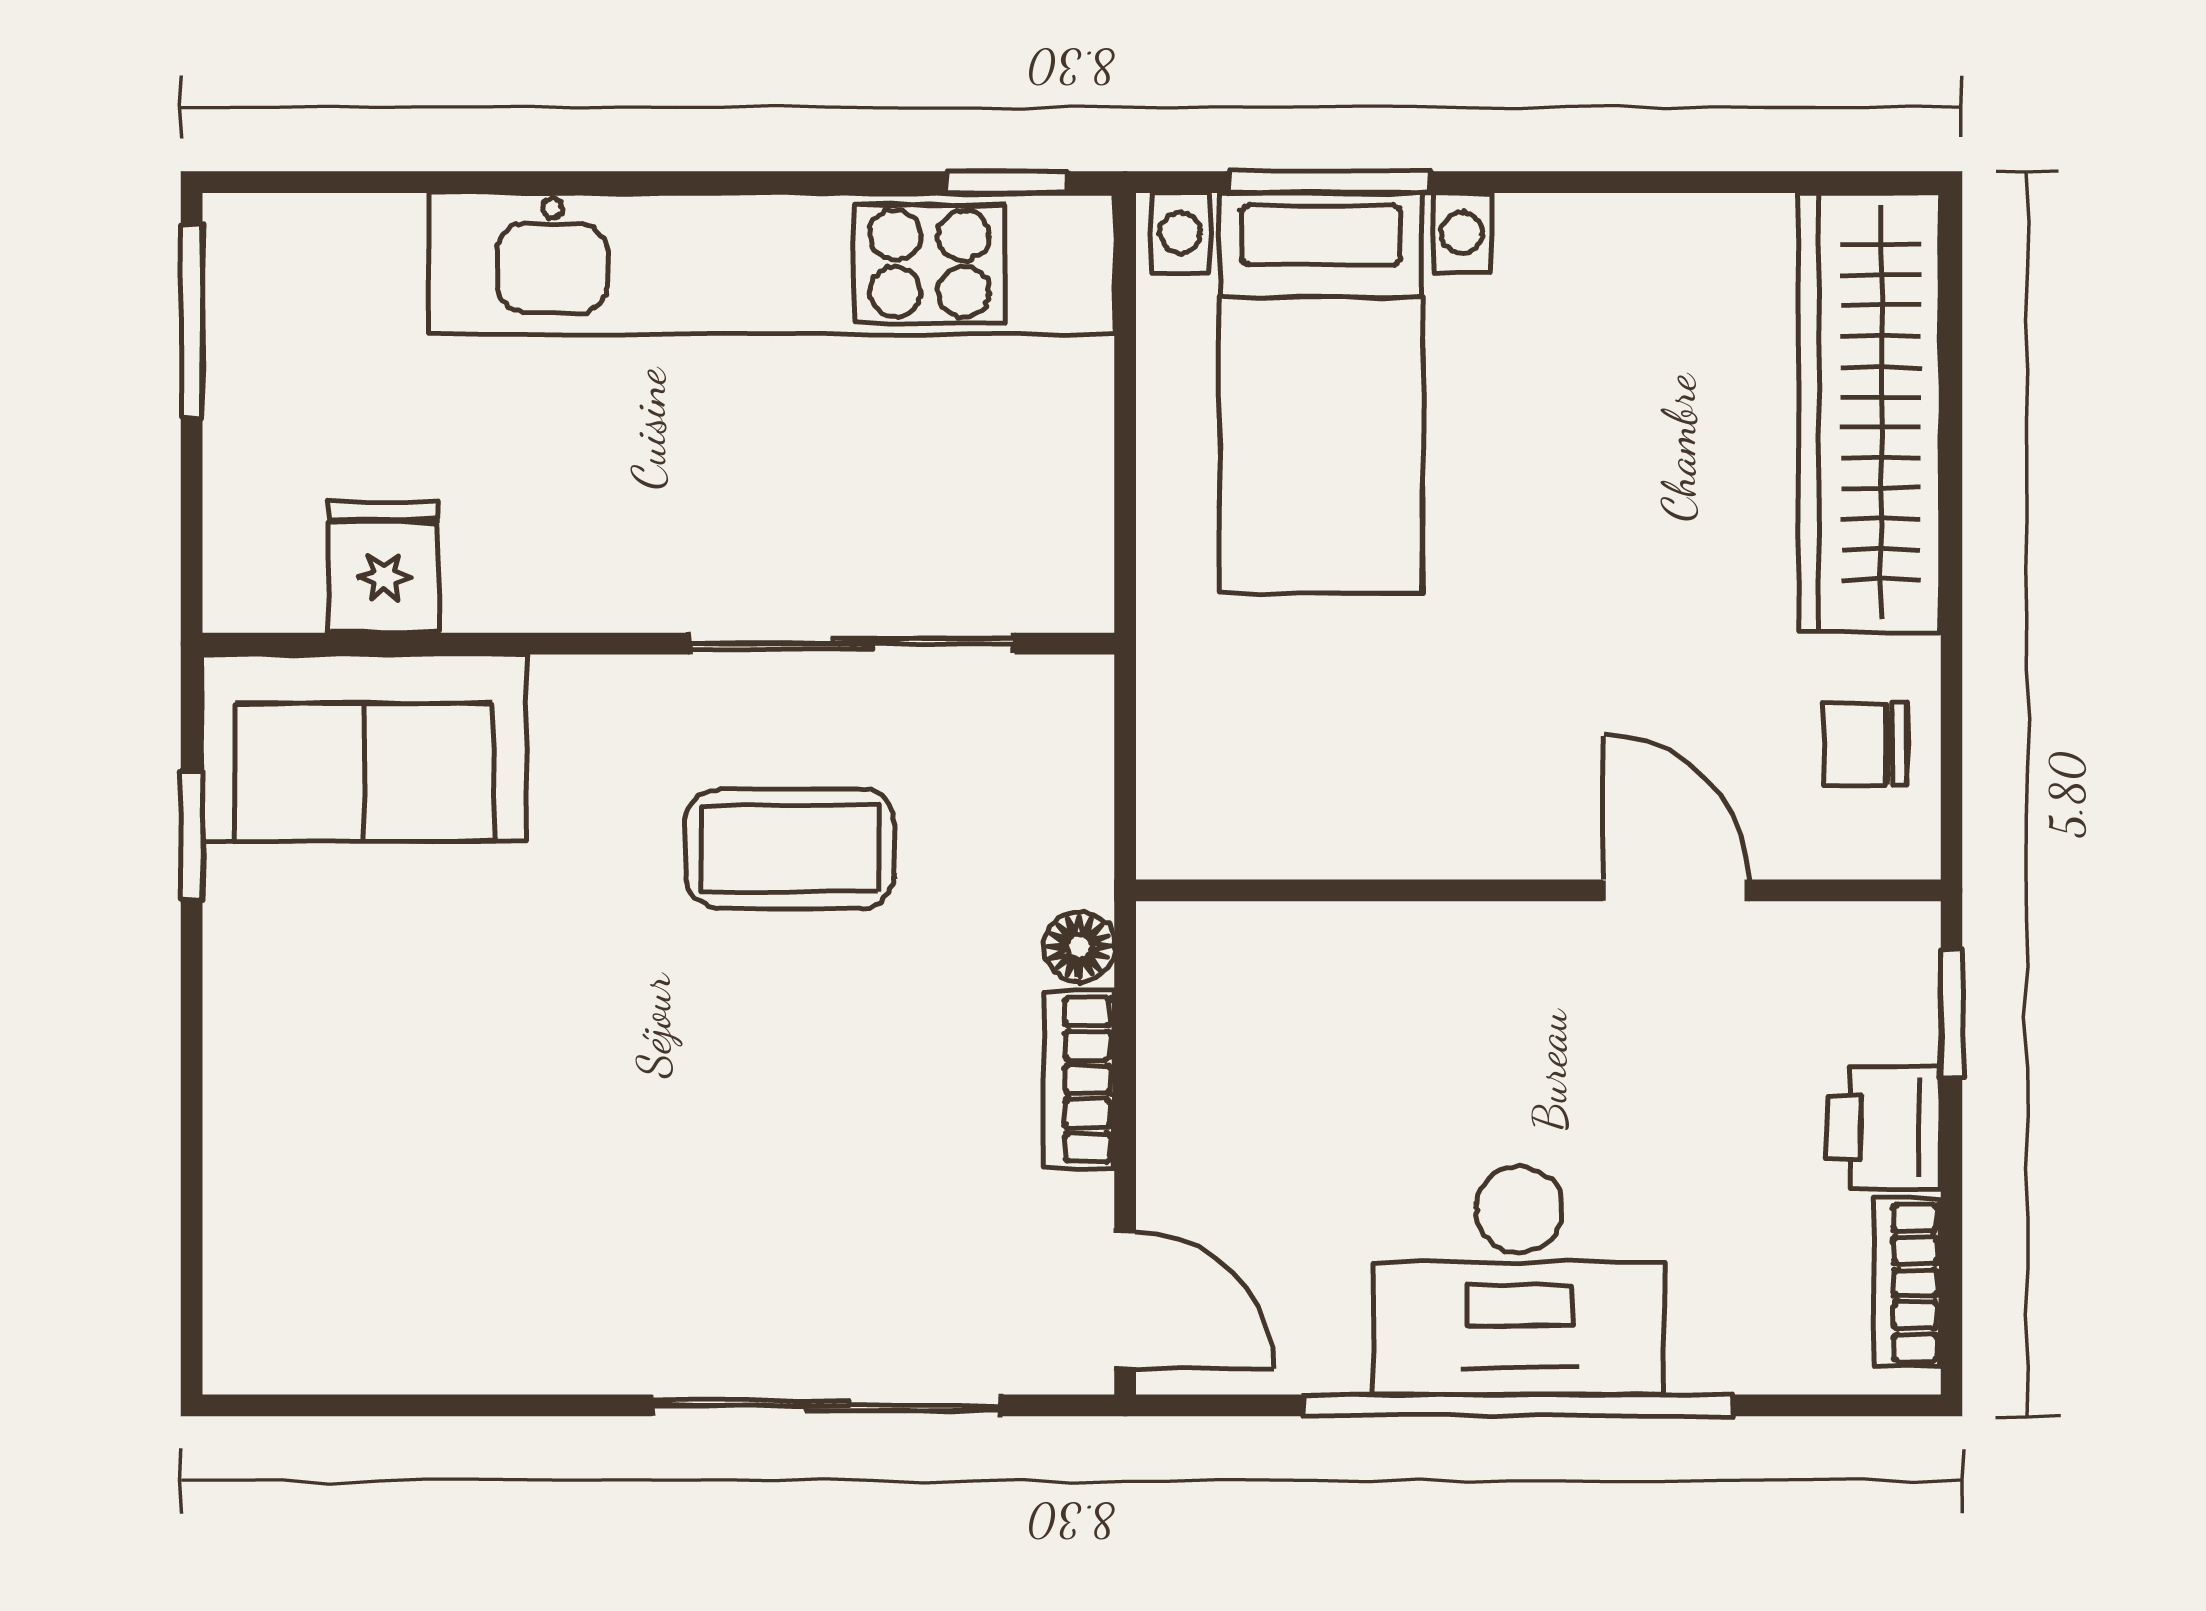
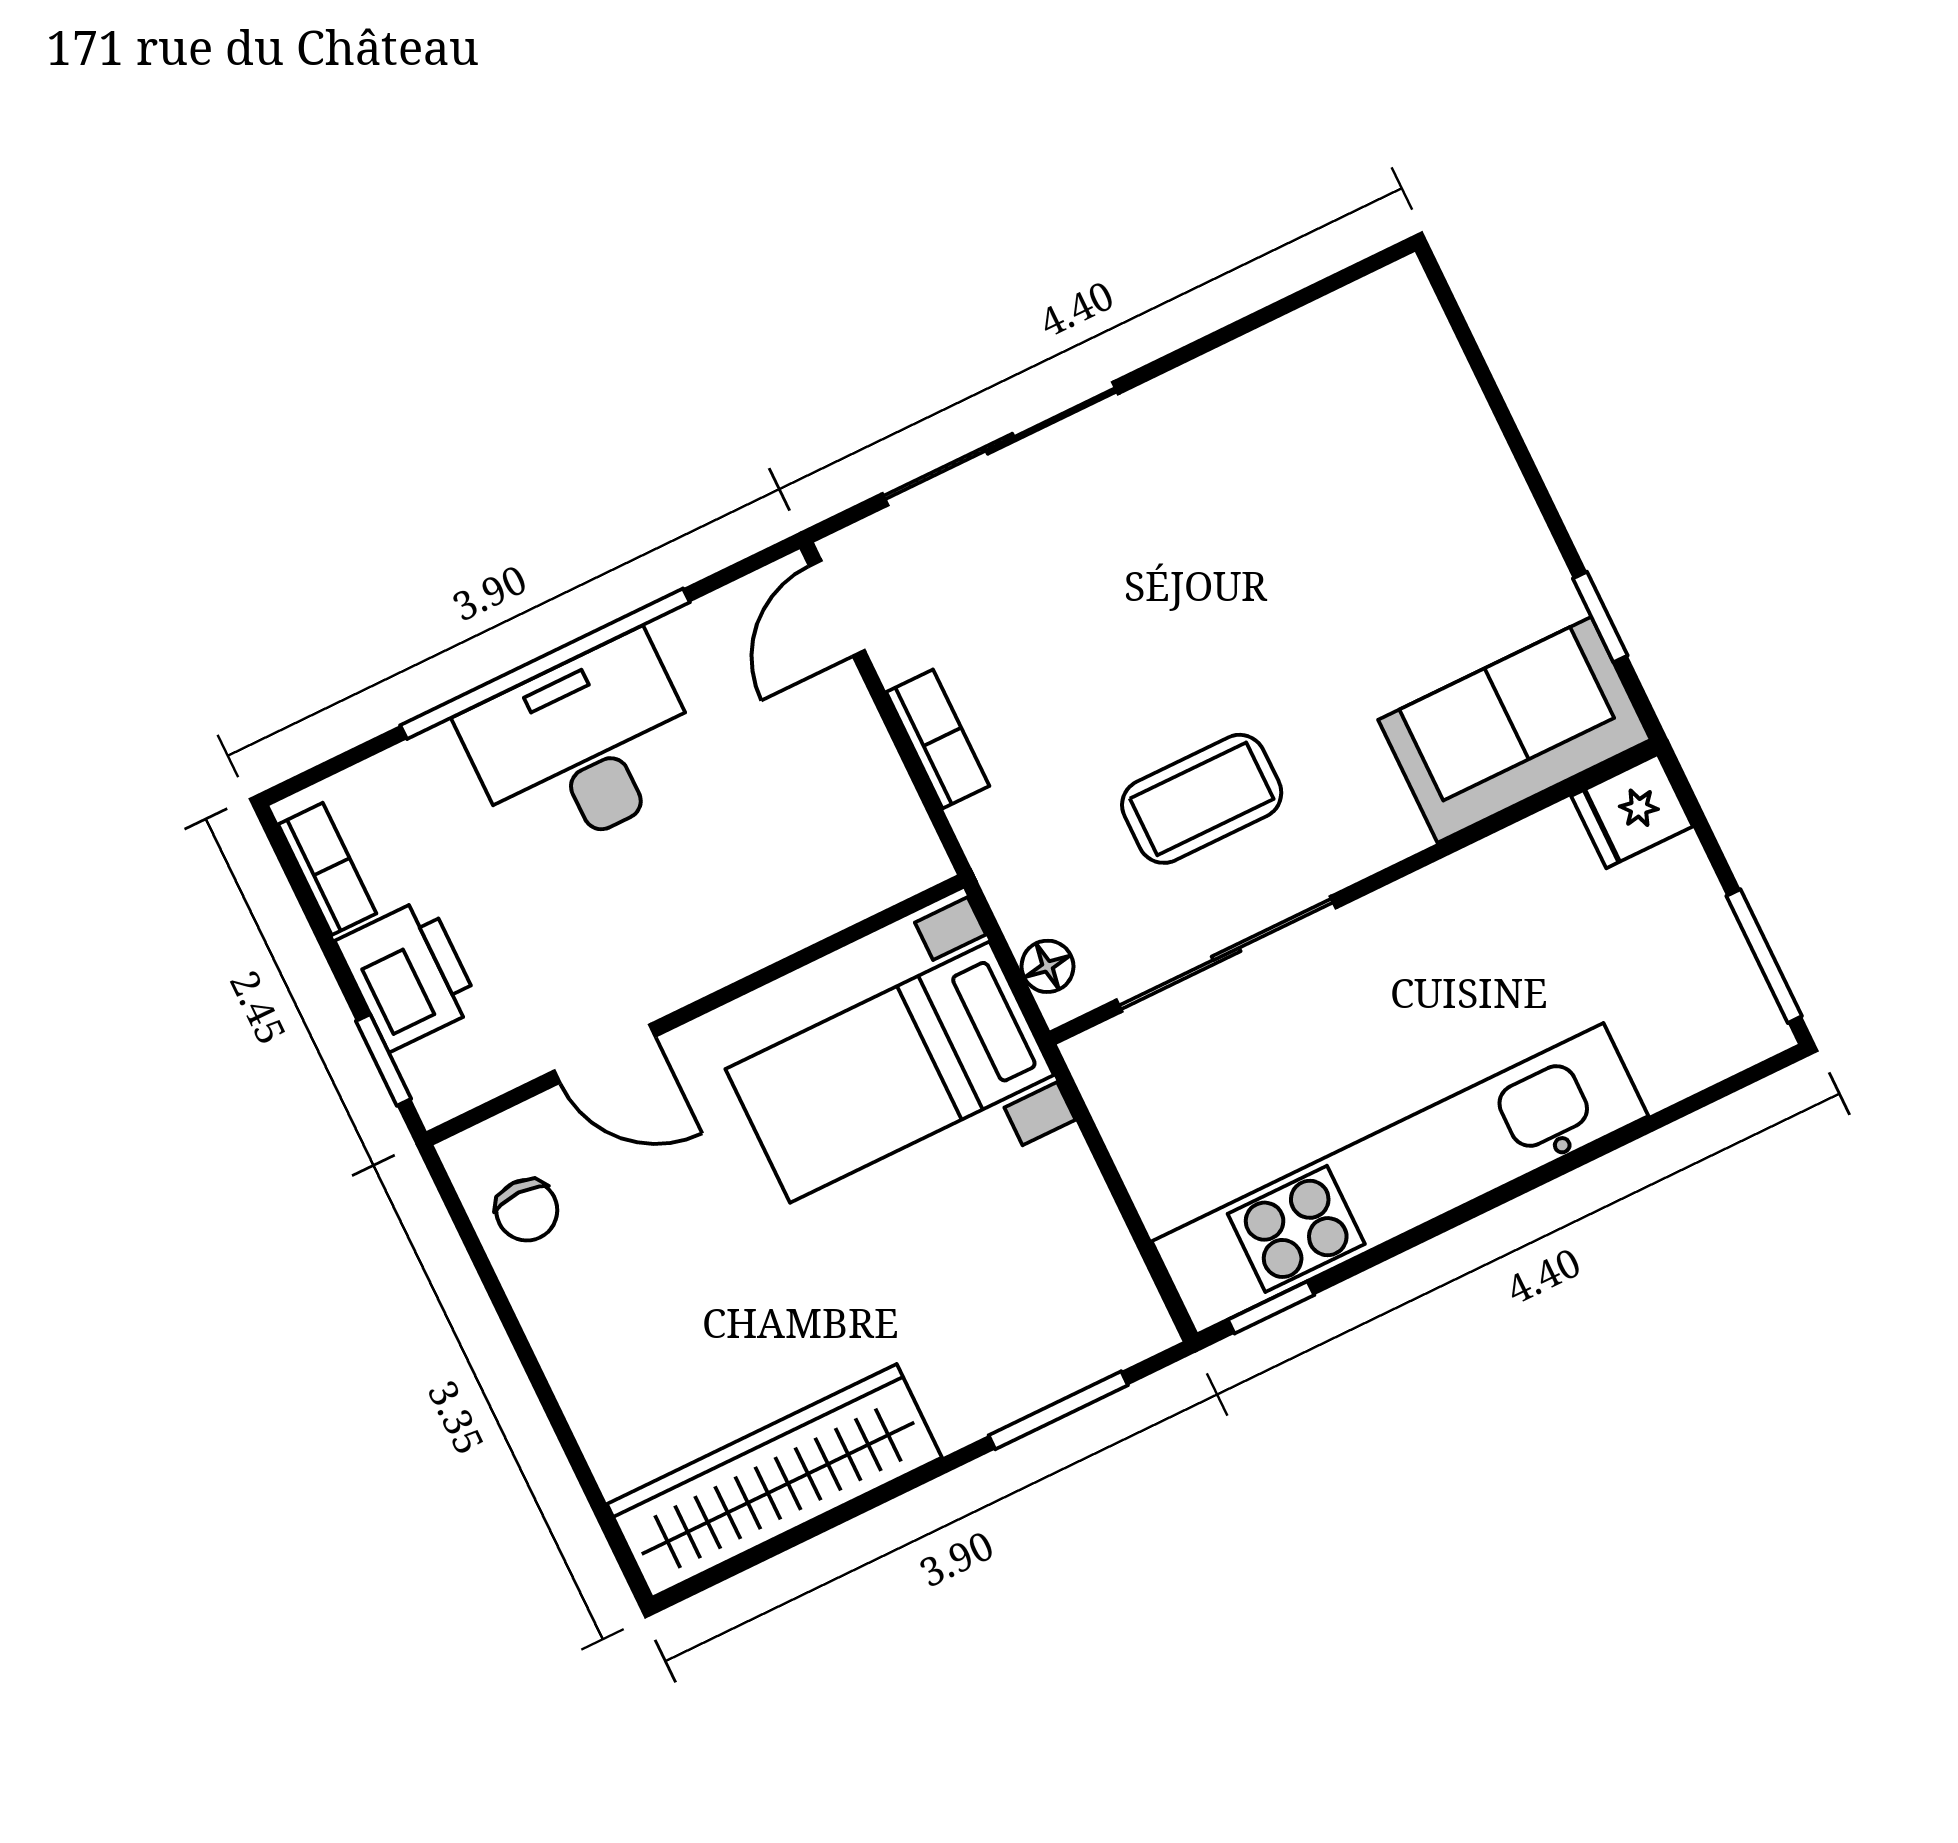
bed with nightstands: (1321, 393) -> (890, 1072), moved, turned -90
wardrobe: (1870, 413) -> (774, 1481), moved, turned -90
fridge: (384, 567) -> (1632, 811), moved, turned 90
chair: (1865, 744) -> (527, 1210), turned 90
floor lamp: (1079, 947) -> (1047, 966), moved
printer: (1884, 1127) -> (408, 974), width x1.36, depth x1.24
door: (1125, 1300) -> (837, 608), hinge flipped

